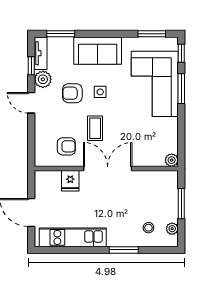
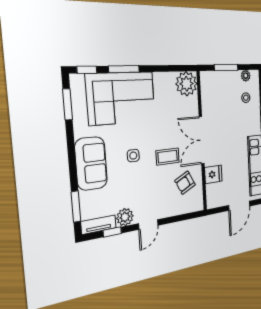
armchair: (72, 93) -> (136, 184), removed
armchair: (66, 146) -> (185, 183), turned -117
plant: (172, 160) -> (187, 84), width x1.87, depth x1.87

